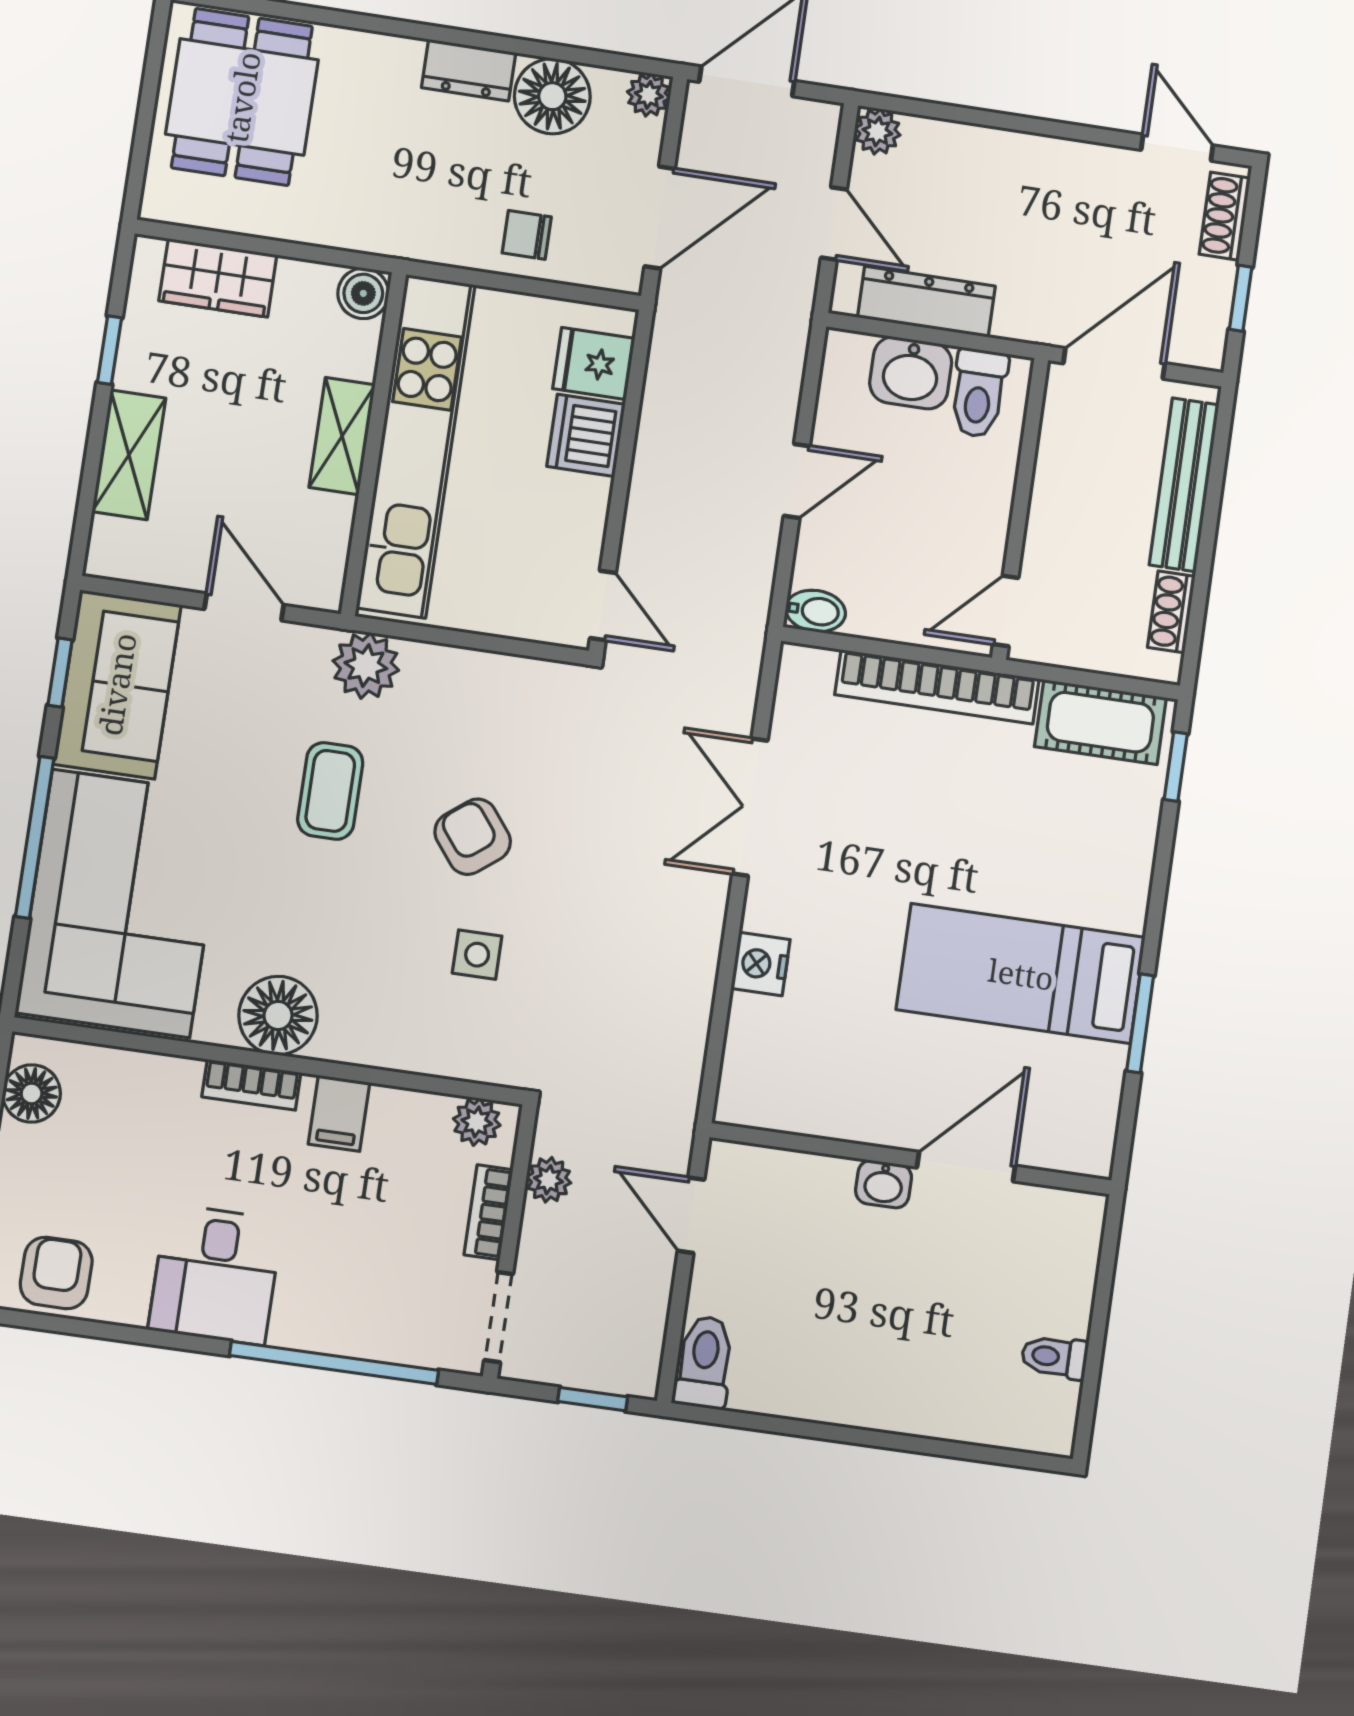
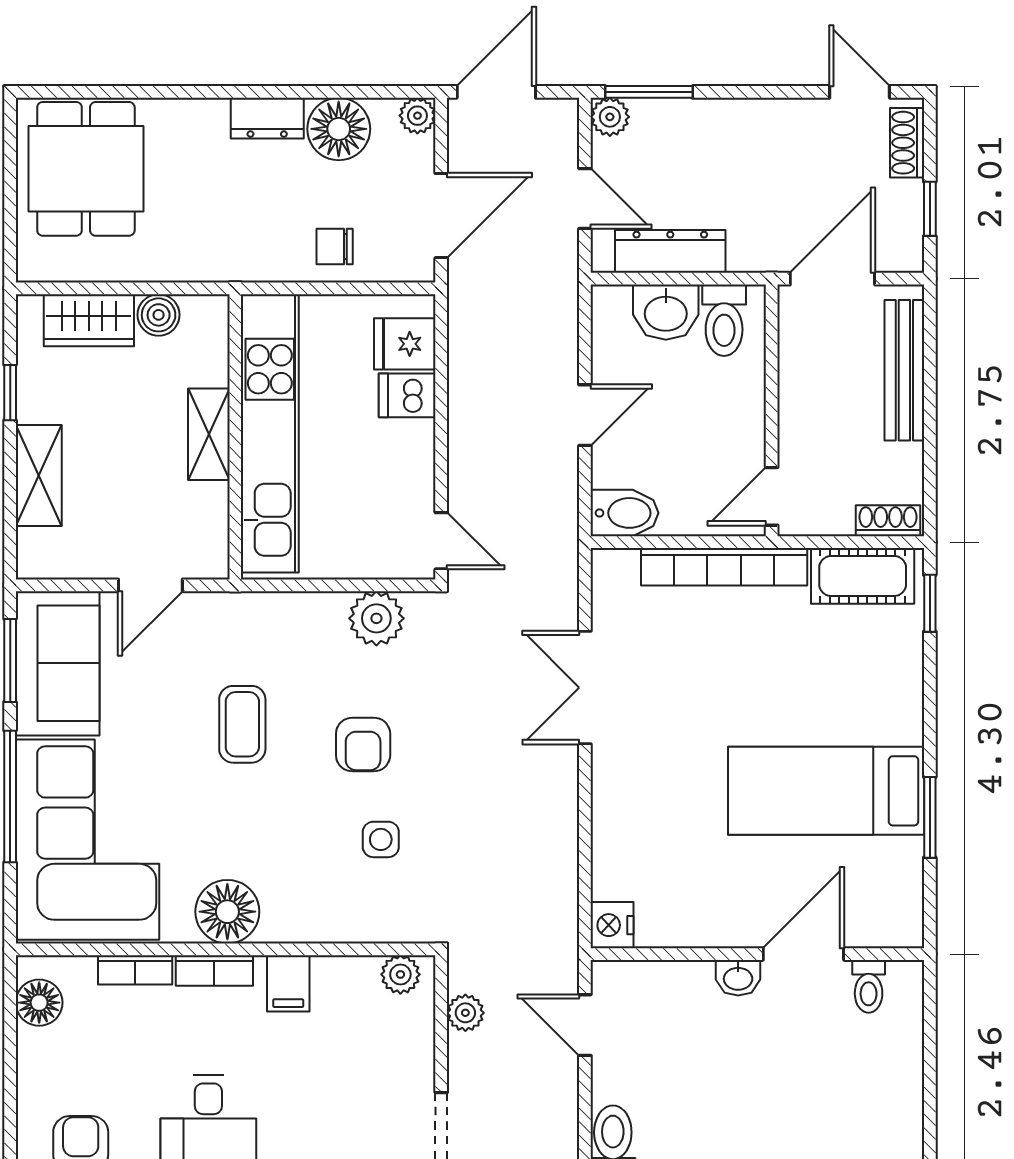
window: (928, 109) -> (649, 92), added
boiler: (363, 293) -> (159, 315), moved
dishwasher: (586, 435) -> (407, 395), width x0.73
door: (244, 607) -> (150, 585), swing flipped
bidet: (816, 611) -> (625, 513), width x1.38, depth x1.36
shoe rack: (1171, 612) -> (888, 521), moved, turned 90
plant: (366, 666) -> (376, 618), moved
window: (60, 673) -> (10, 660), width x1.50
armchair: (473, 837) -> (363, 745), turned -142
nightstand: (760, 964) -> (612, 925), moved
bookcase: (489, 1212) -> (135, 970), moved, turned -90
toilet: (1055, 1357) -> (869, 986), moved, turned -90

